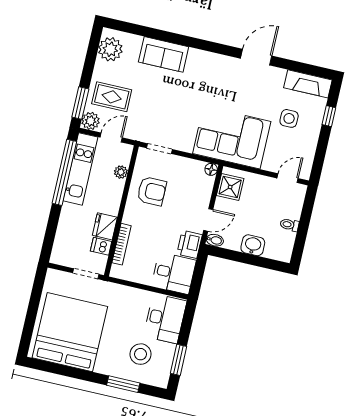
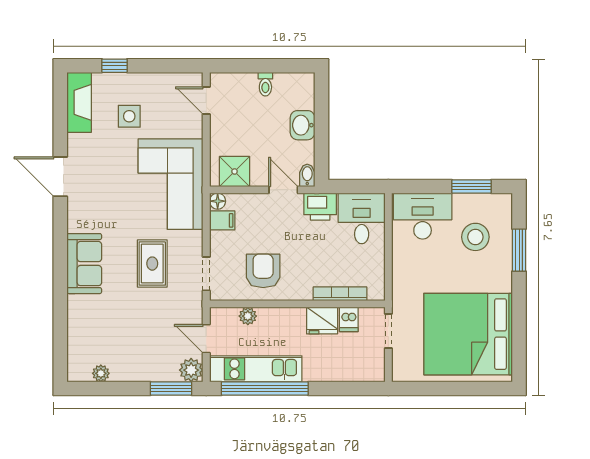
plant: (110, 49) -> (101, 373), width x0.53, depth x0.53
sofa: (164, 54) -> (84, 264), moved
rug: (112, 97) -> (152, 264), moved
filing cabinet: (196, 170) -> (222, 220), added

